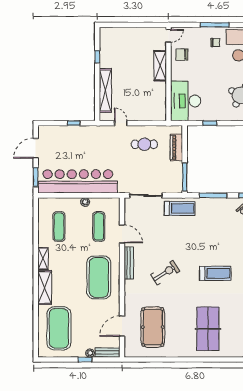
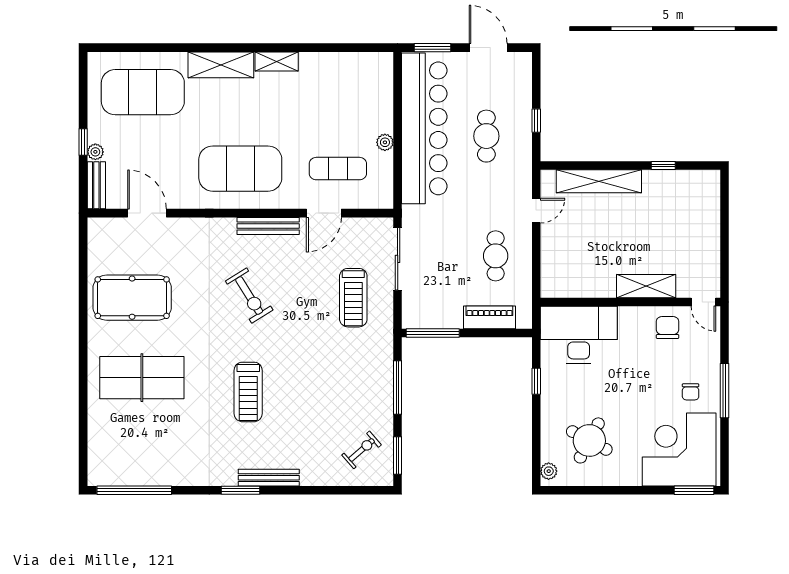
cafe table: (82, 149) -> (486, 136), added
treadmill: (180, 208) -> (353, 298), moved
exercise mat: (59, 227) -> (338, 92), removed
pool table: (153, 327) -> (132, 298), moved

